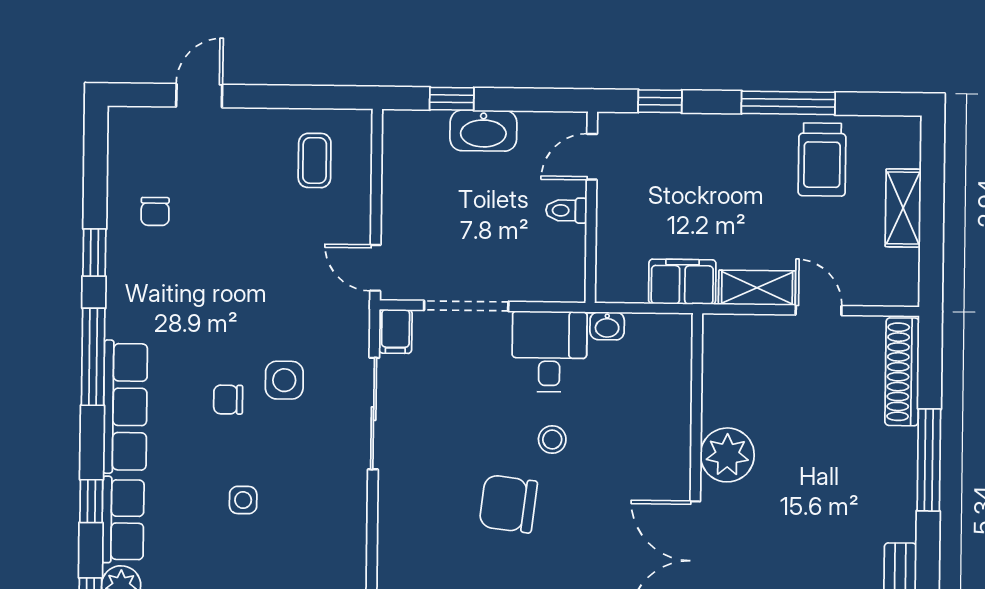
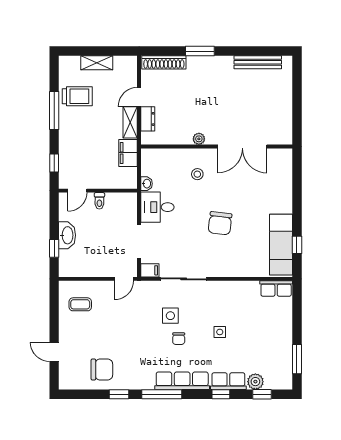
door: (592, 157) -> (77, 191), hinge flipped
chair: (155, 211) -> (102, 370), width x1.87, depth x1.87
dresser: (765, 331) -> (148, 119), added
stool: (552, 439) -> (197, 174), moved
plant: (727, 455) -> (199, 139), width x0.53, depth x0.53
window: (929, 460) -> (200, 51), width x0.69

